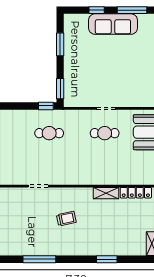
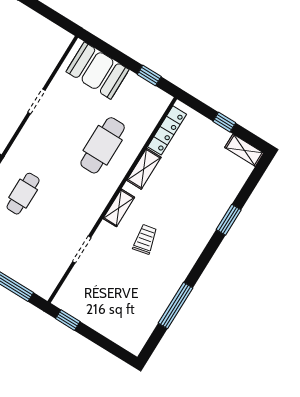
cafe table: (105, 133) -> (103, 145), moved, width x1.37, depth x1.35
shelving: (75, 193) -> (119, 208), added

